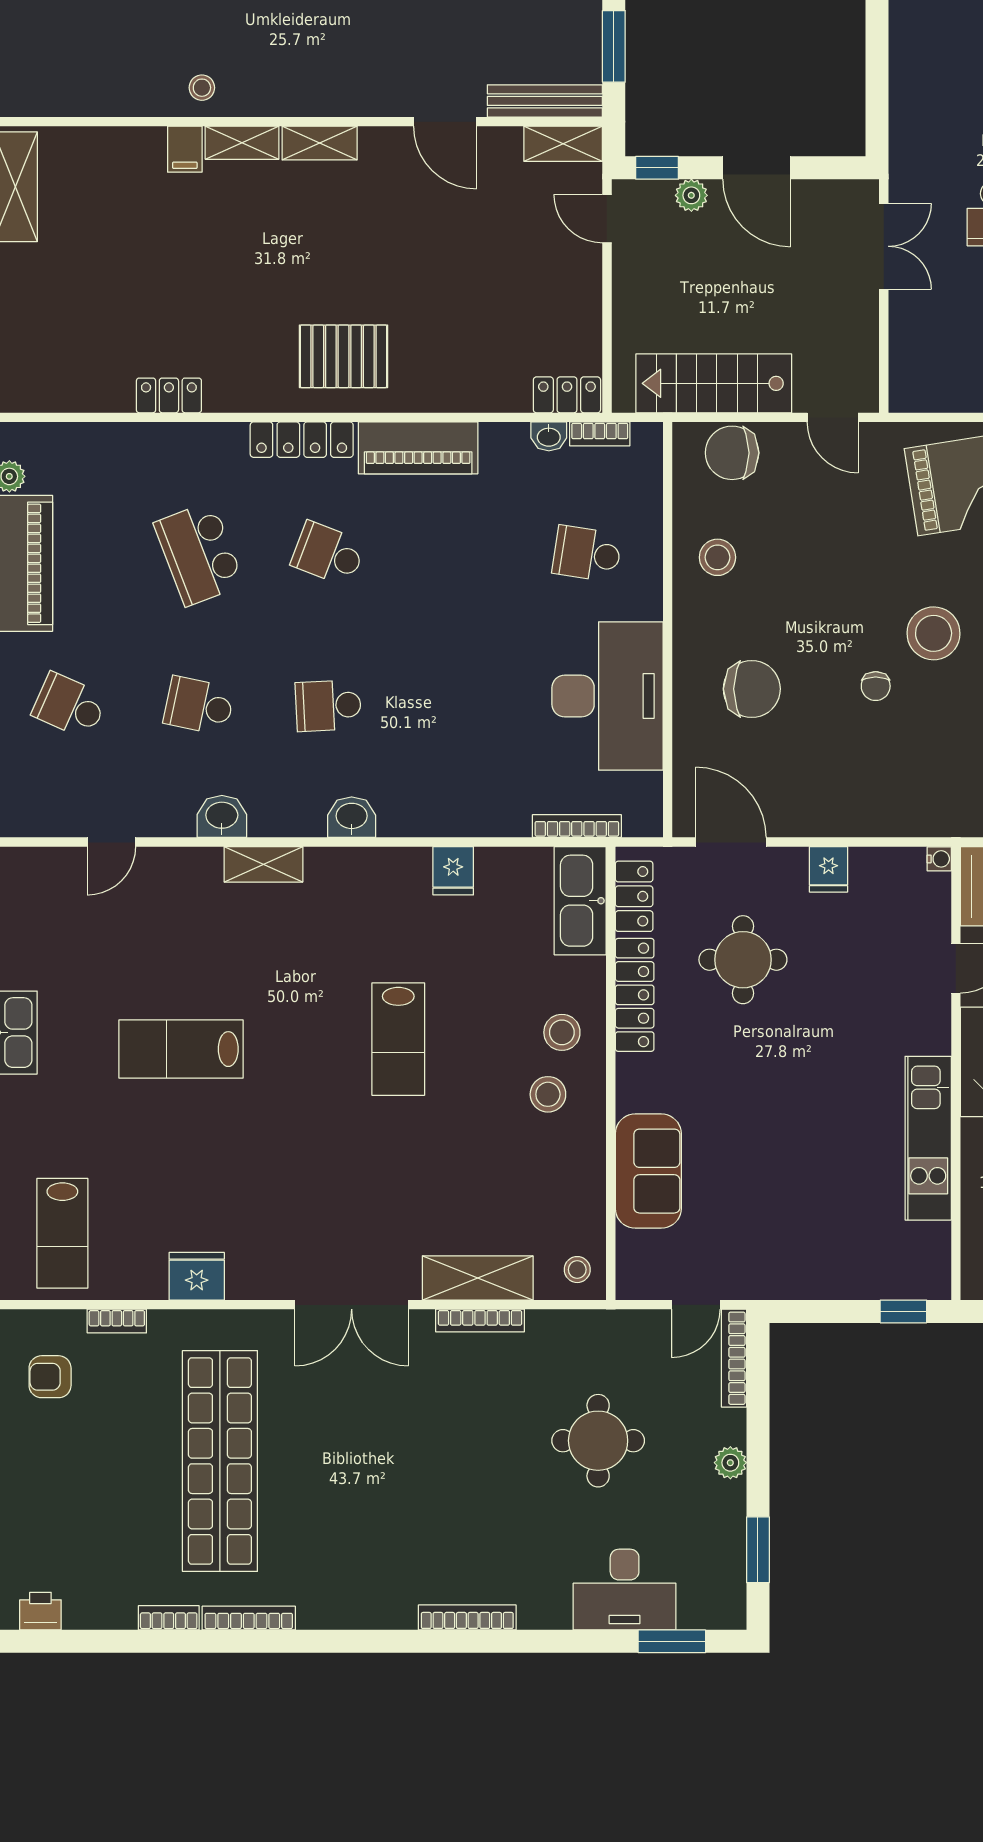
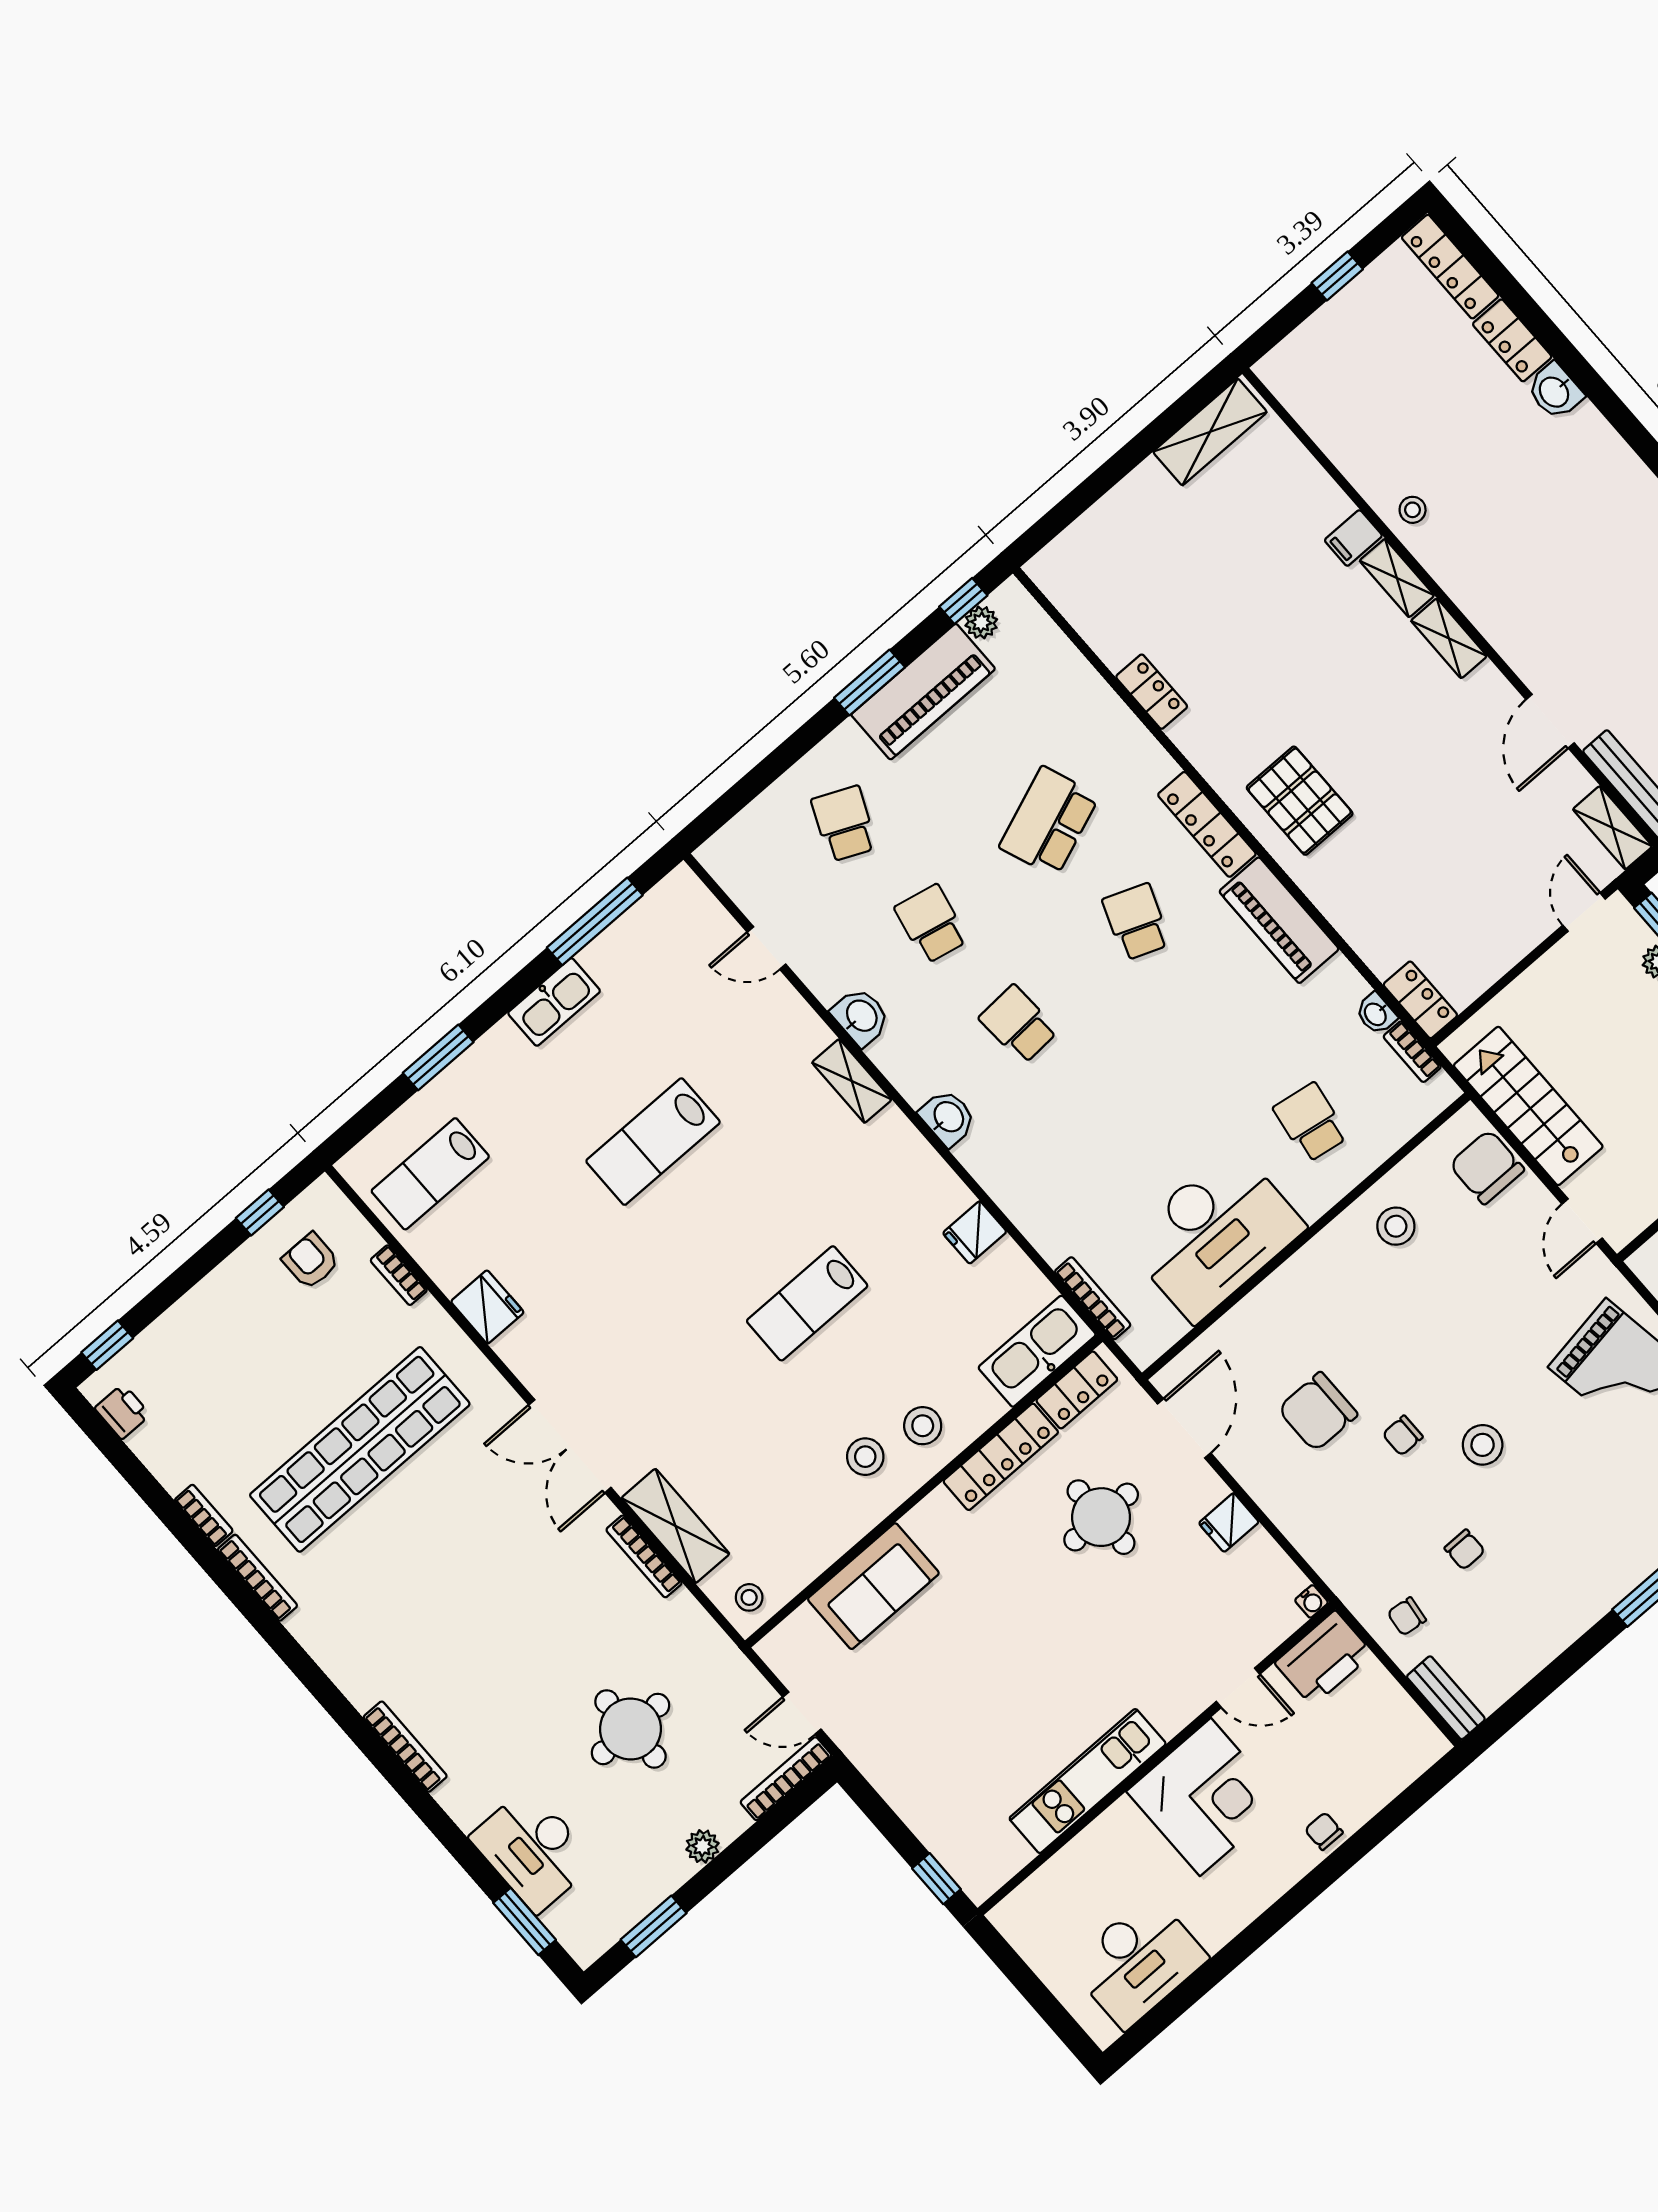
stool: (934, 633) -> (1483, 1445), width x0.73, depth x0.73
chair: (752, 689) -> (1318, 1412), moved, turned 90
lab bench: (181, 1049) -> (653, 1142), turned -90

